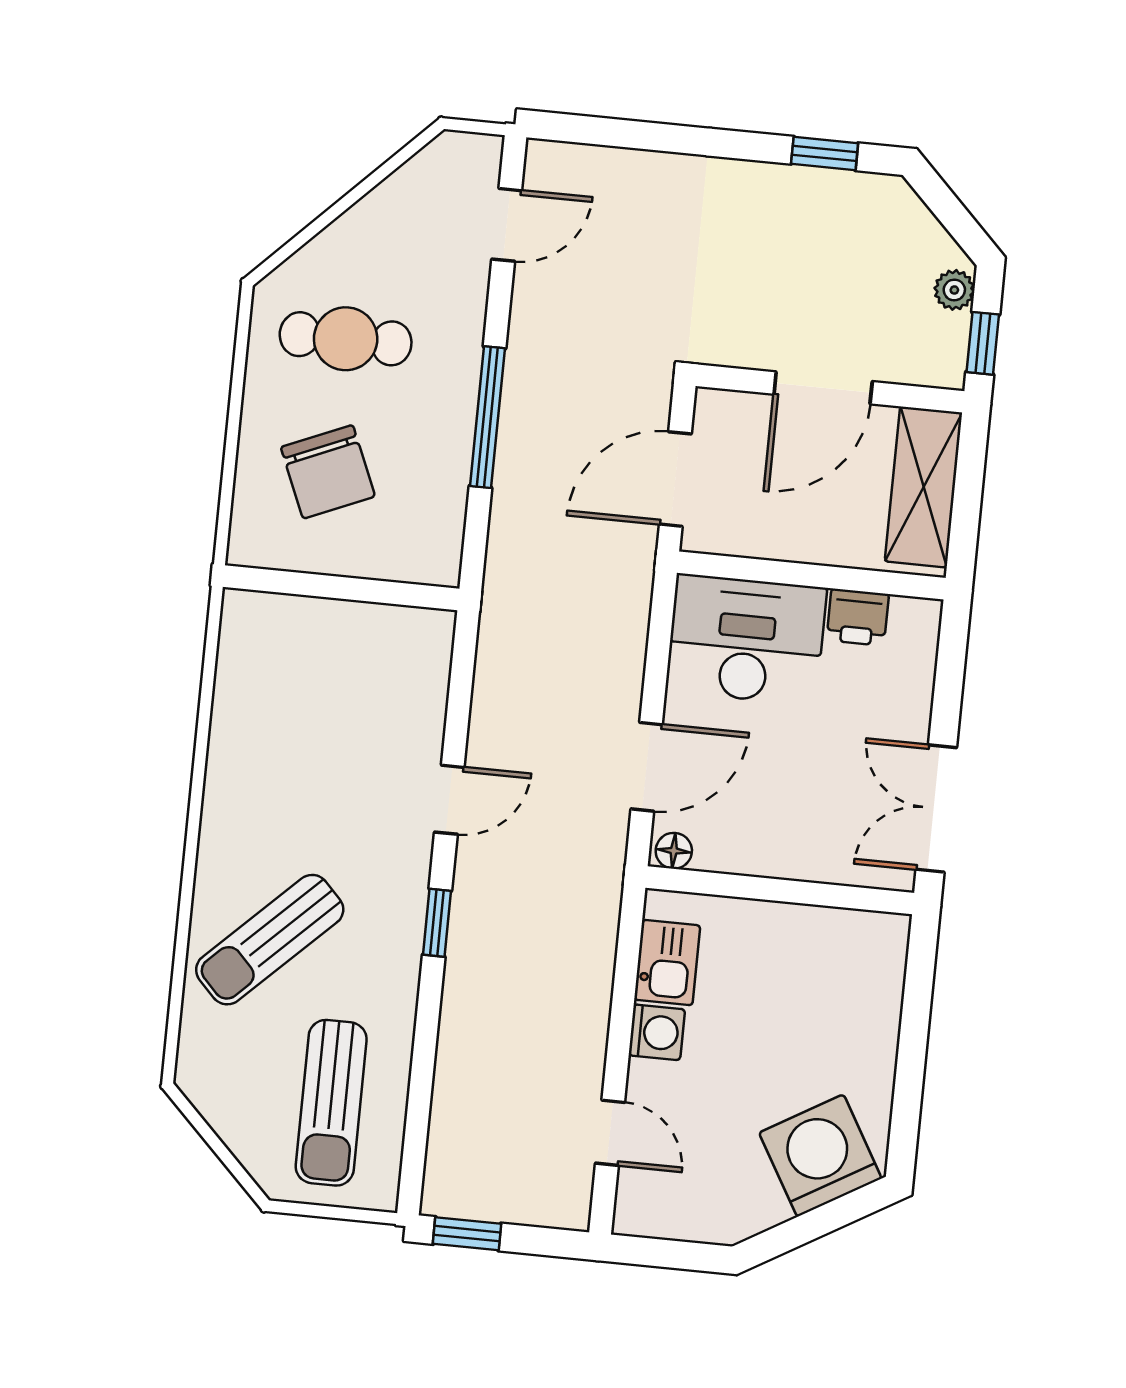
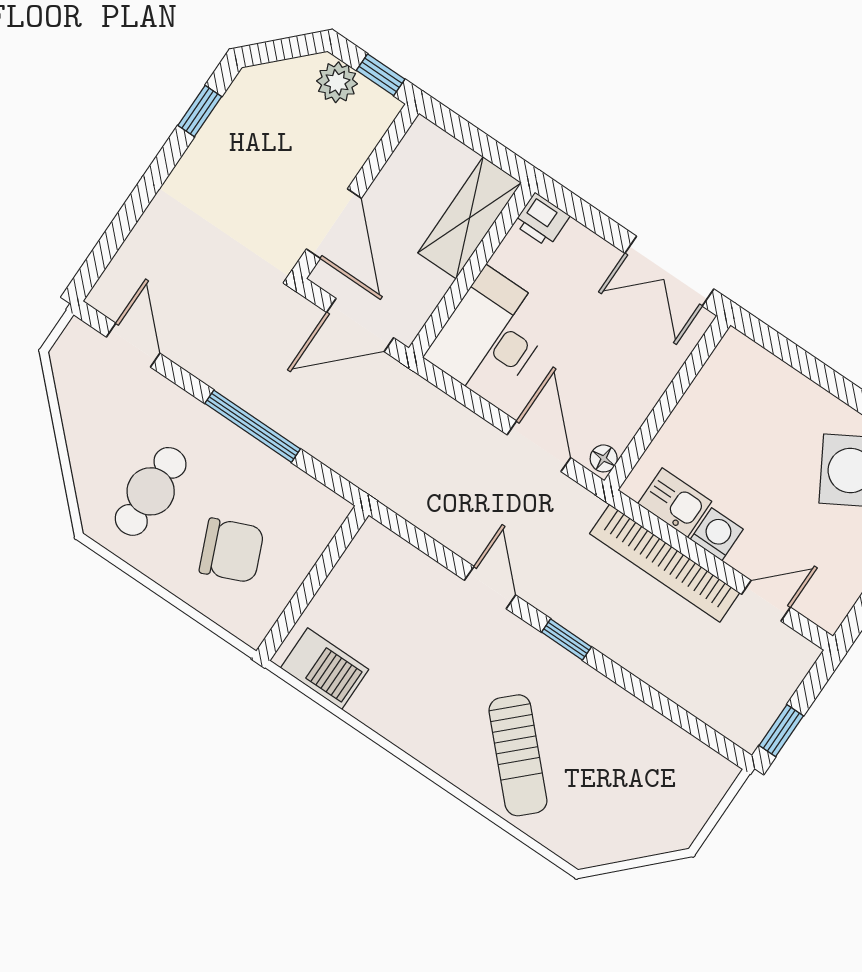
plant: (954, 290) -> (337, 82), width x1.38, depth x1.38
door: (823, 388) -> (334, 224), moved
door: (675, 479) -> (360, 325), hinge flipped
shelving: (924, 487) -> (470, 218), moved, turned 90
printer: (858, 617) -> (542, 220), moved, turned 90
barbecue: (248, 657) -> (325, 669), added
bookcase: (590, 990) -> (665, 563), added
sun lounger: (331, 1103) -> (647, 773), removed

